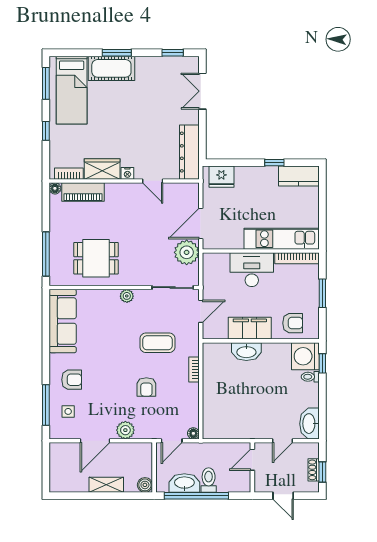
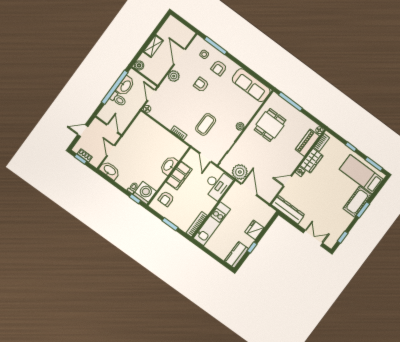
fridge: (221, 177) -> (254, 230), moved
desk: (252, 270) -> (217, 185), moved
armchair: (146, 387) -> (201, 85), moved

